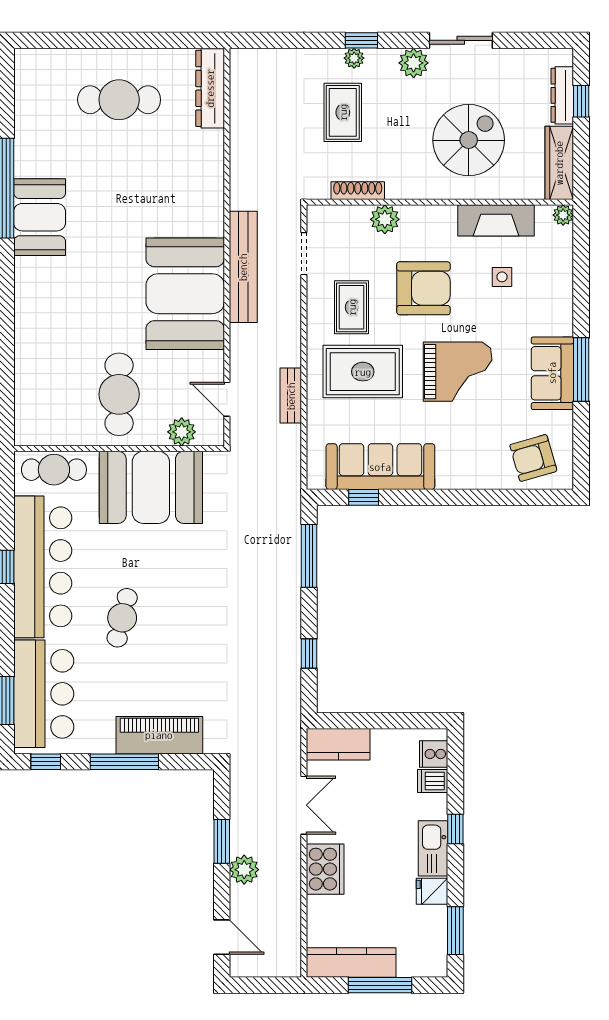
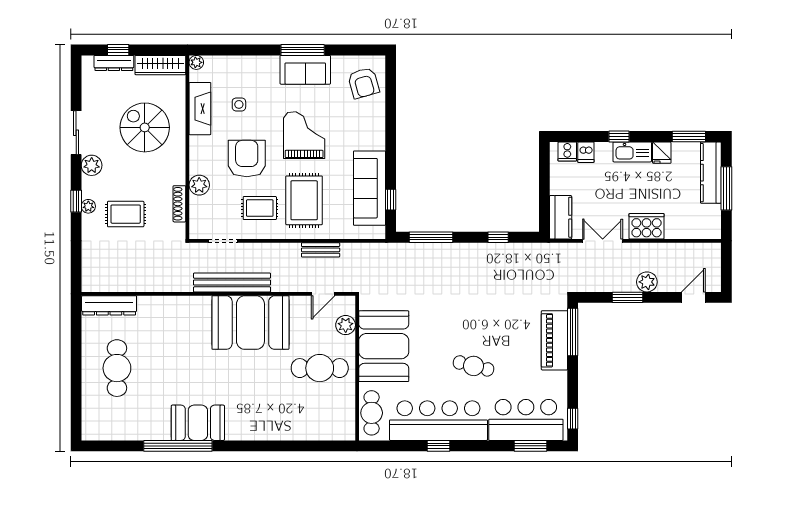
window: (124, 762) -> (573, 332), moved
kitchen counter: (351, 963) -> (711, 173), moved

